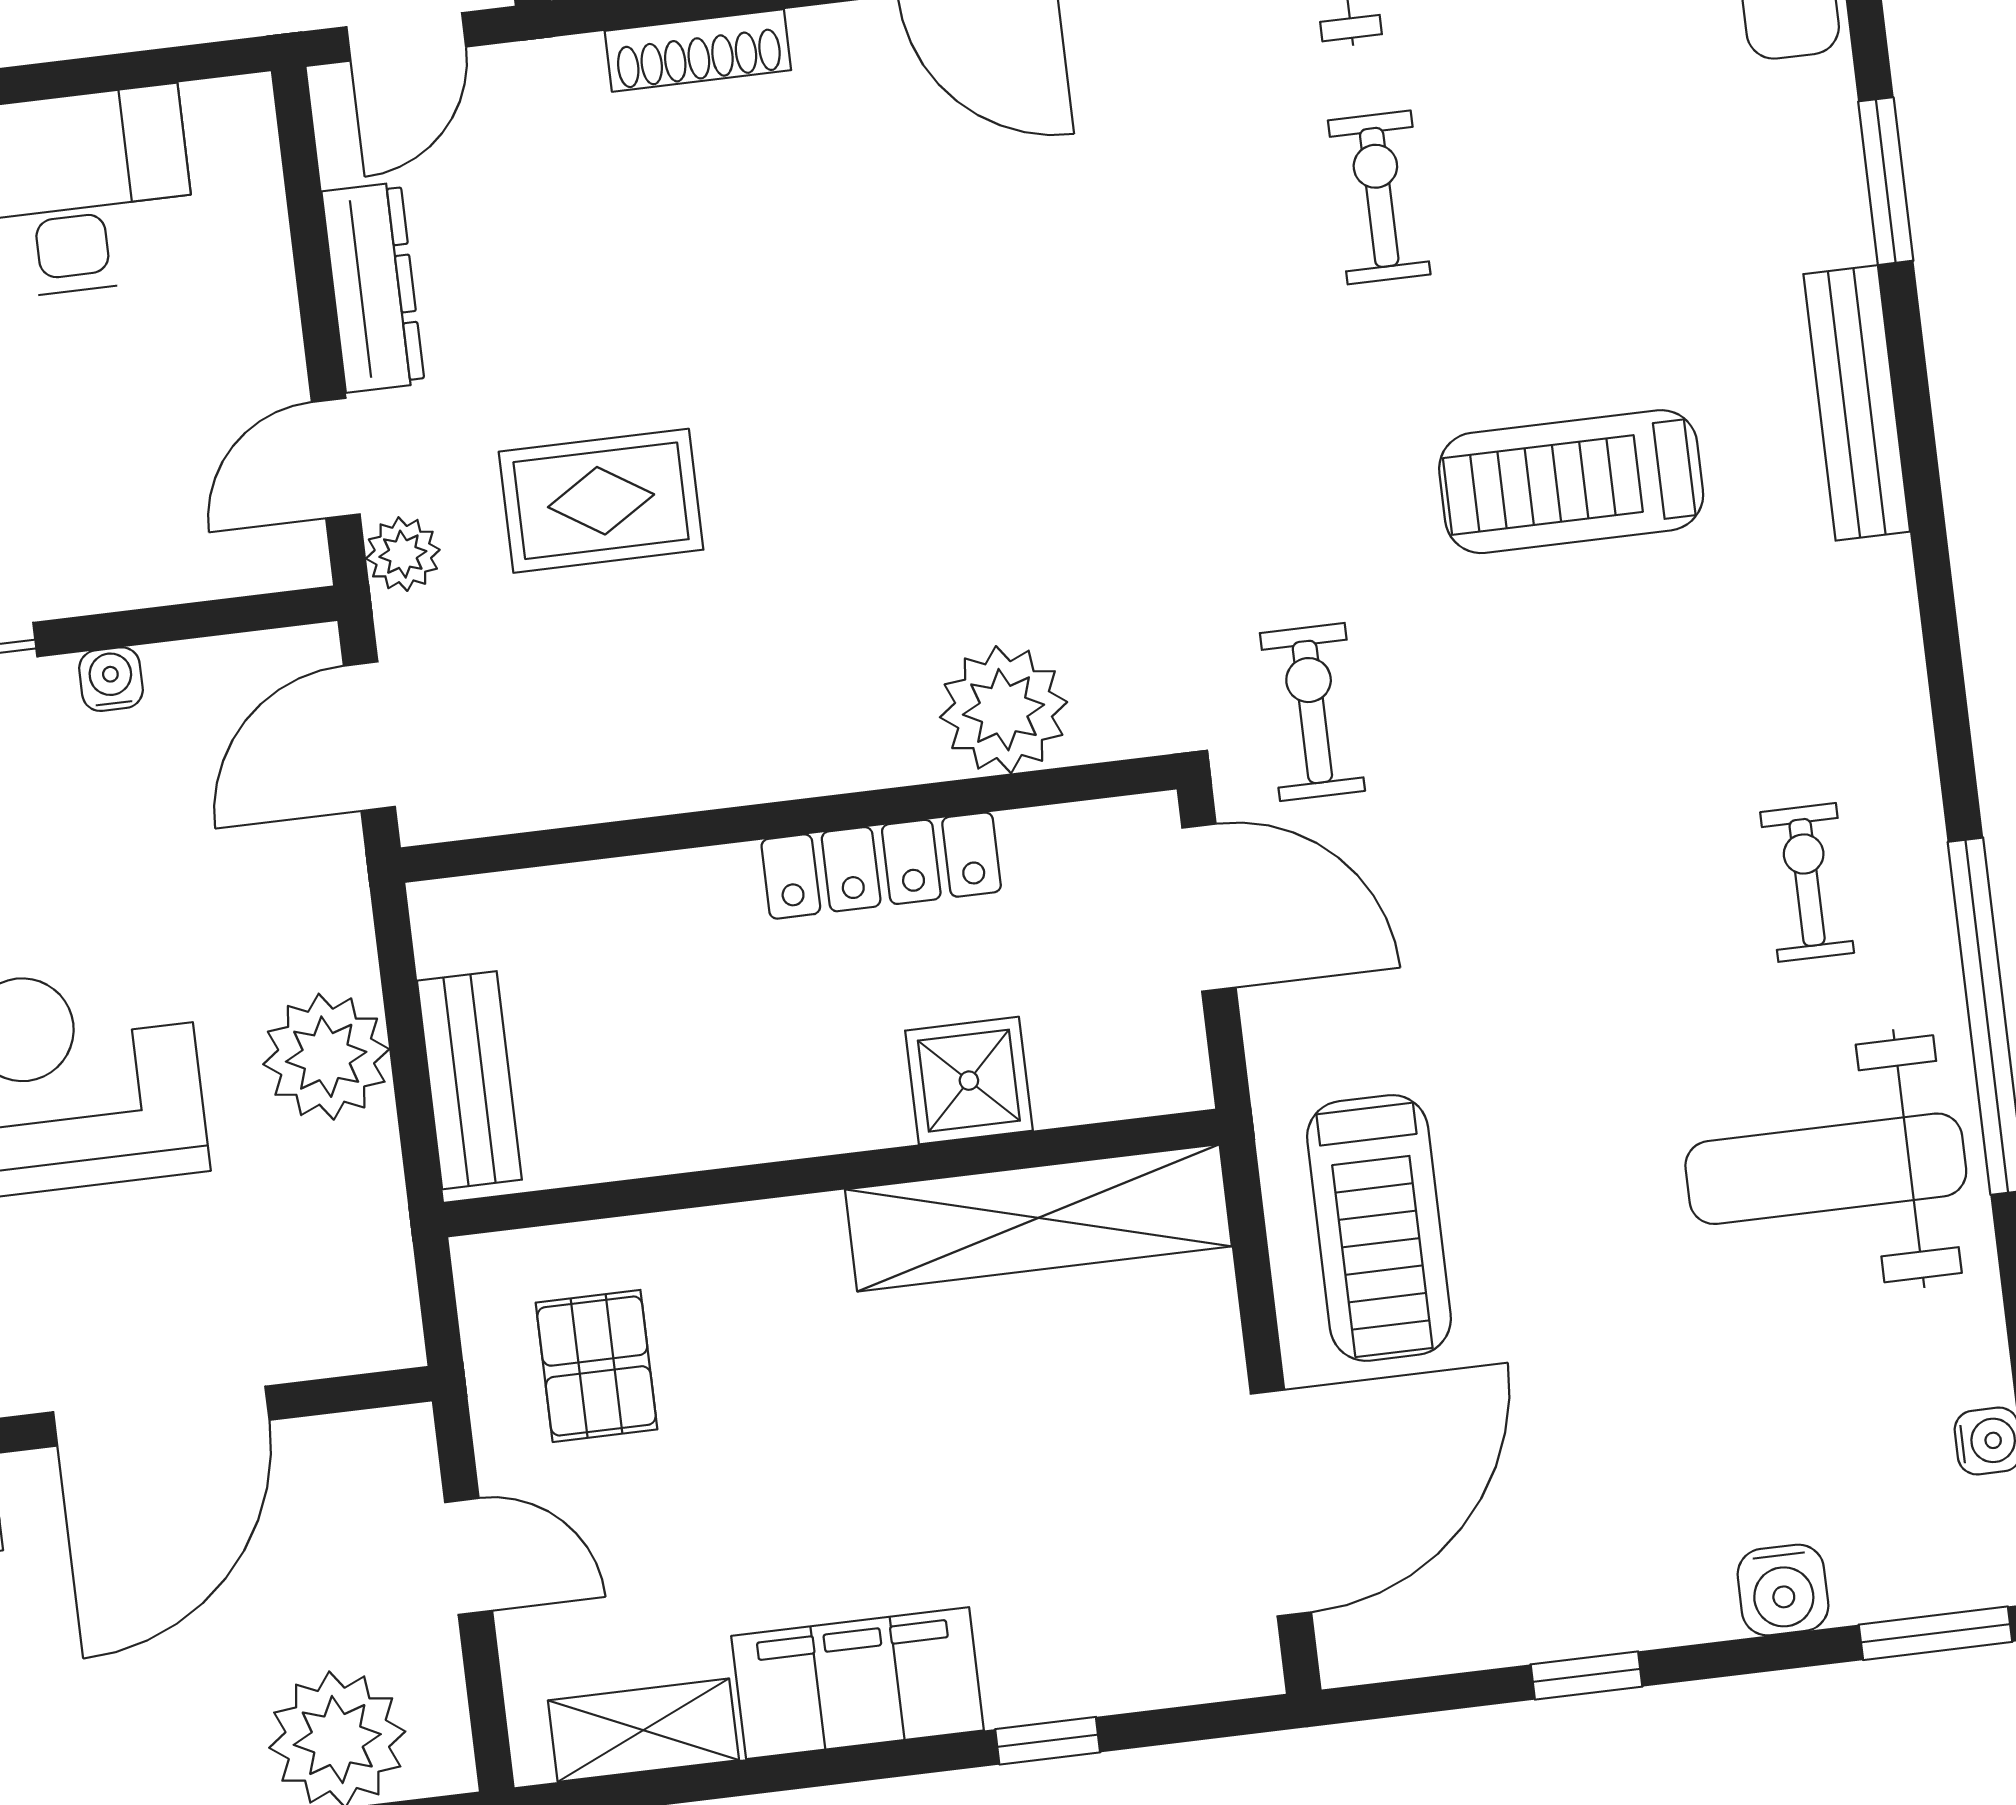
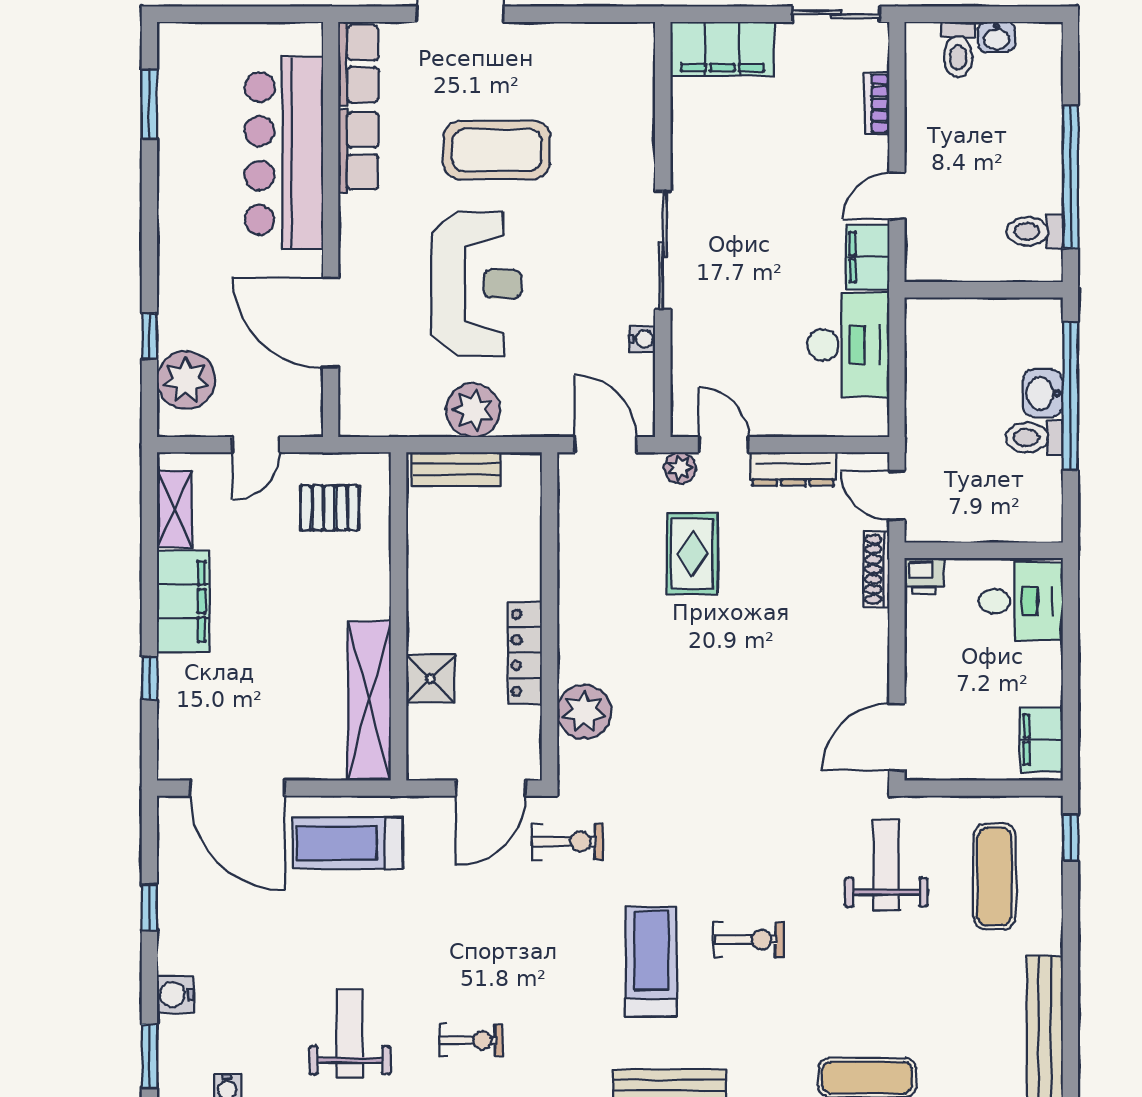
shoe rack: (698, 50) -> (876, 569), moved
exercise bike: (1379, 197) -> (749, 940), moved
weight bench: (1826, 1169) -> (350, 1034), width x0.73, depth x0.75

